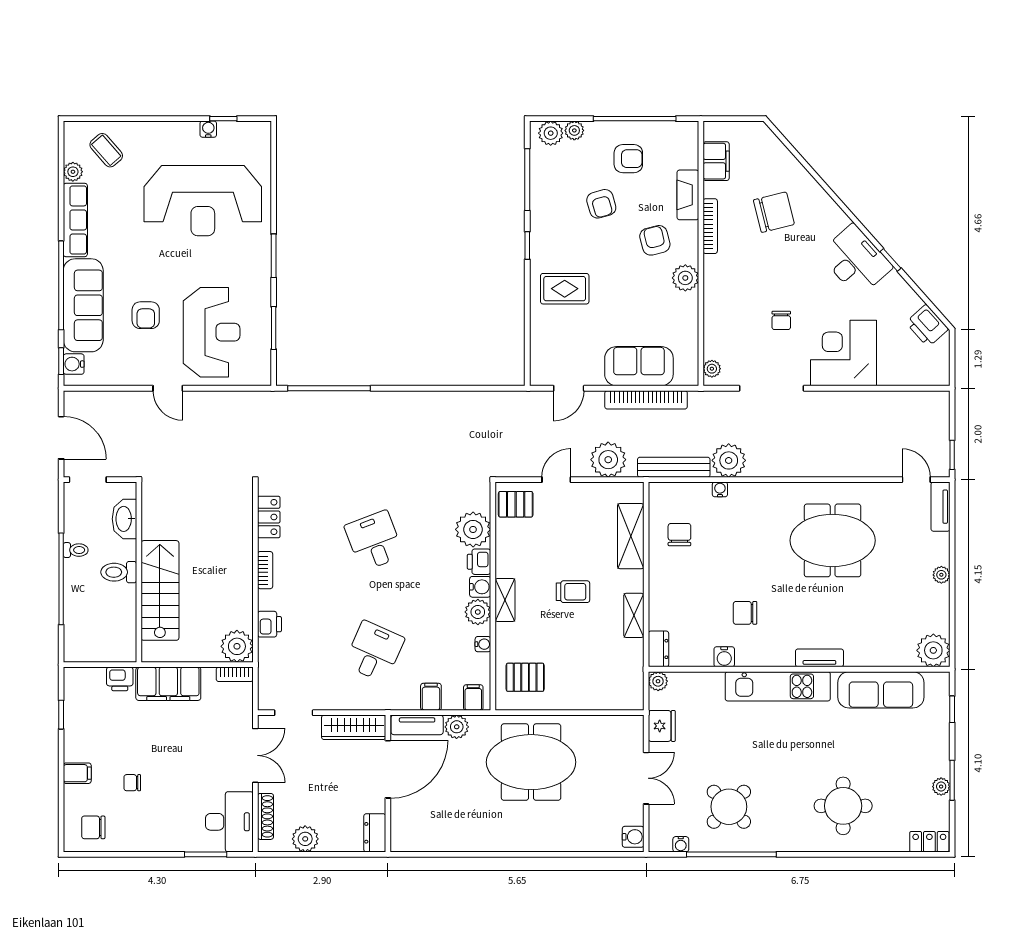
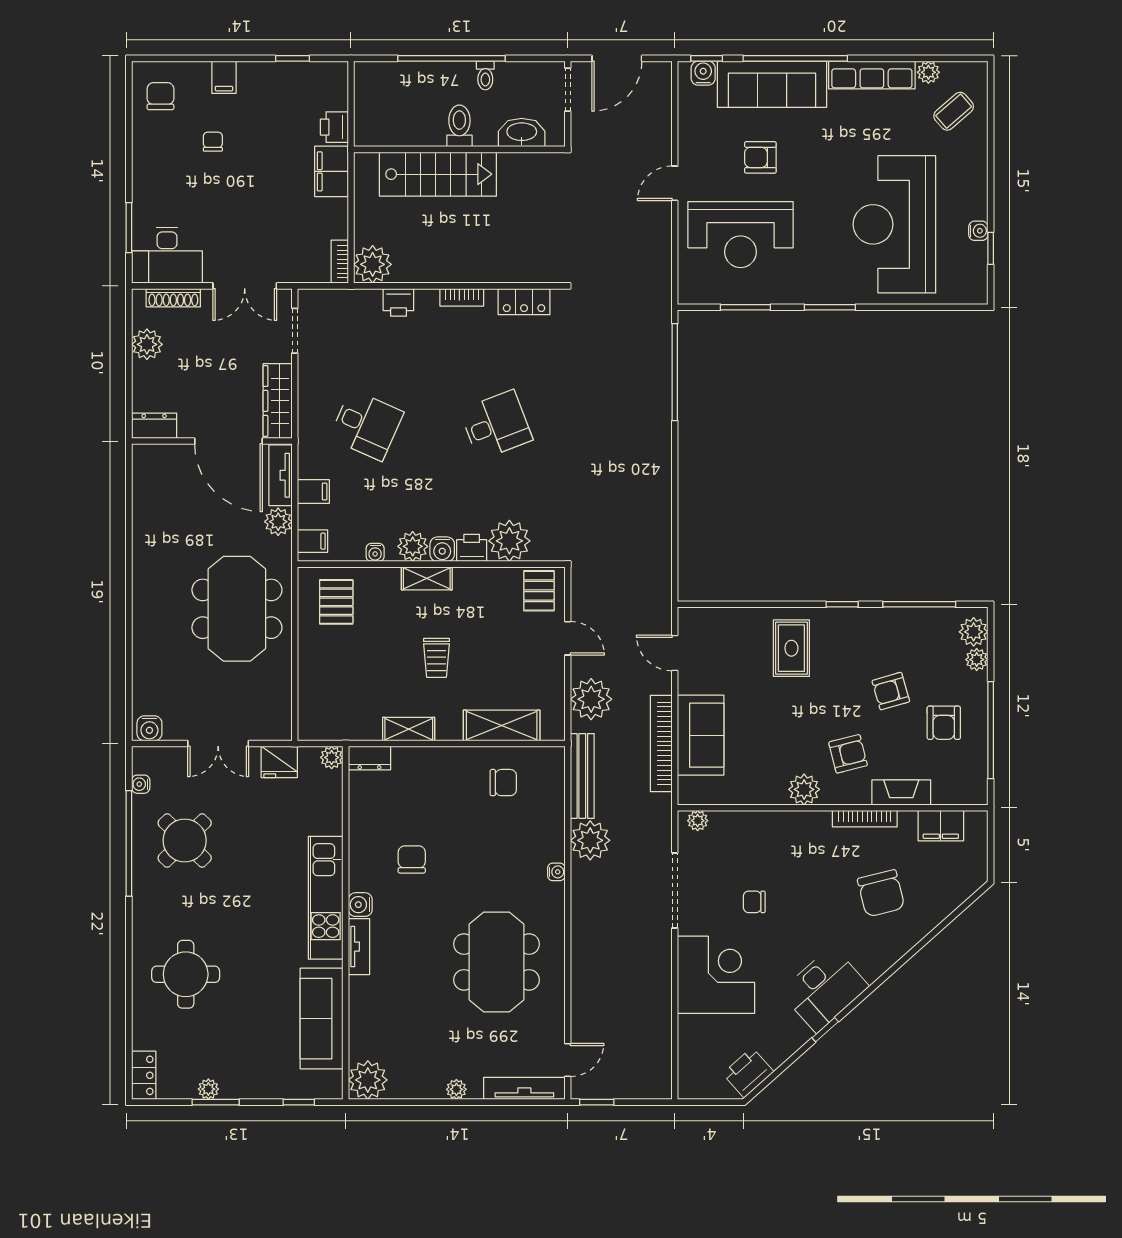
water cooler: (720, 489) -> (556, 872), moved
tv unit: (940, 507) -> (524, 1088), width x1.41
water cooler: (724, 657) -> (360, 905), moved
filing cabinet: (168, 684) -> (331, 171), width x0.67, depth x0.86

